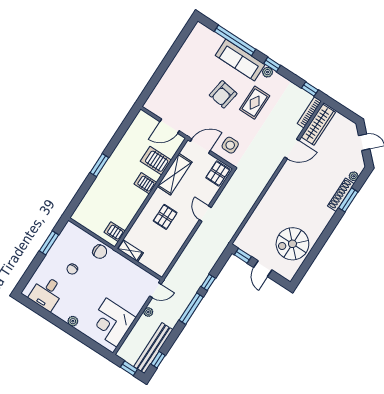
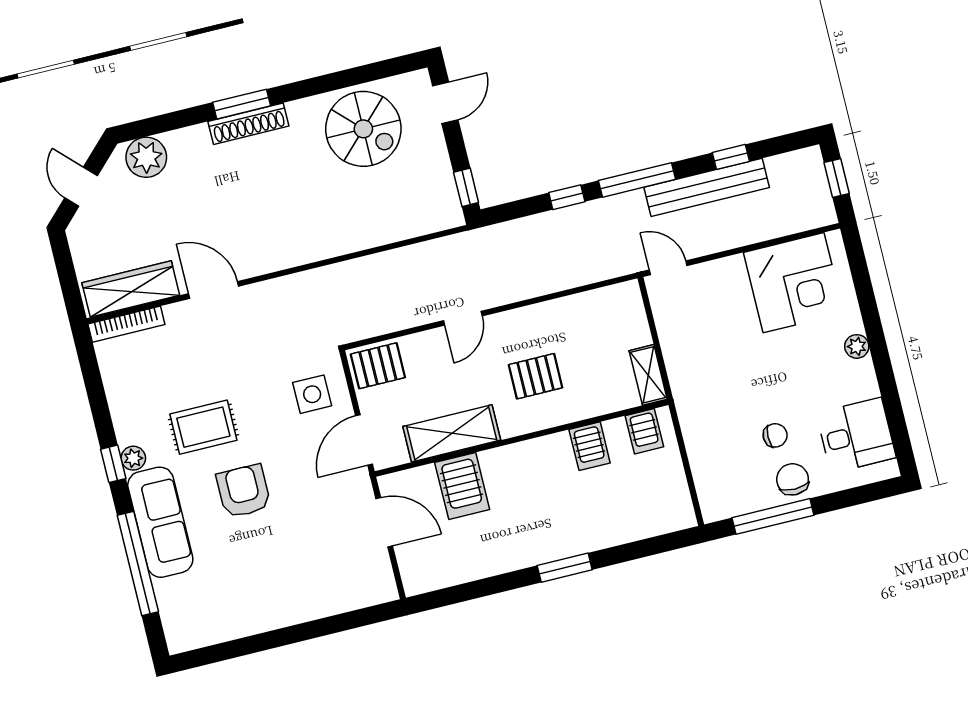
window: (310, 89) -> (88, 363), removed
armchair: (223, 94) -> (244, 491), turned -99
door: (200, 146) -> (364, 440), hinge flipped
plant: (354, 176) -> (146, 157), width x1.87, depth x1.87
server rack: (145, 183) -> (590, 446), moved
shoe rack: (341, 195) -> (248, 124), moved
window: (348, 200) -> (242, 104), moved
window: (49, 243) -> (773, 516), width x1.44
chair: (100, 252) -> (793, 479), moved
door: (263, 269) -> (445, 103), moved
plant: (148, 312) -> (715, 242), removed
bench: (153, 348) -> (707, 187), moved
window: (158, 360) -> (731, 157), moved

